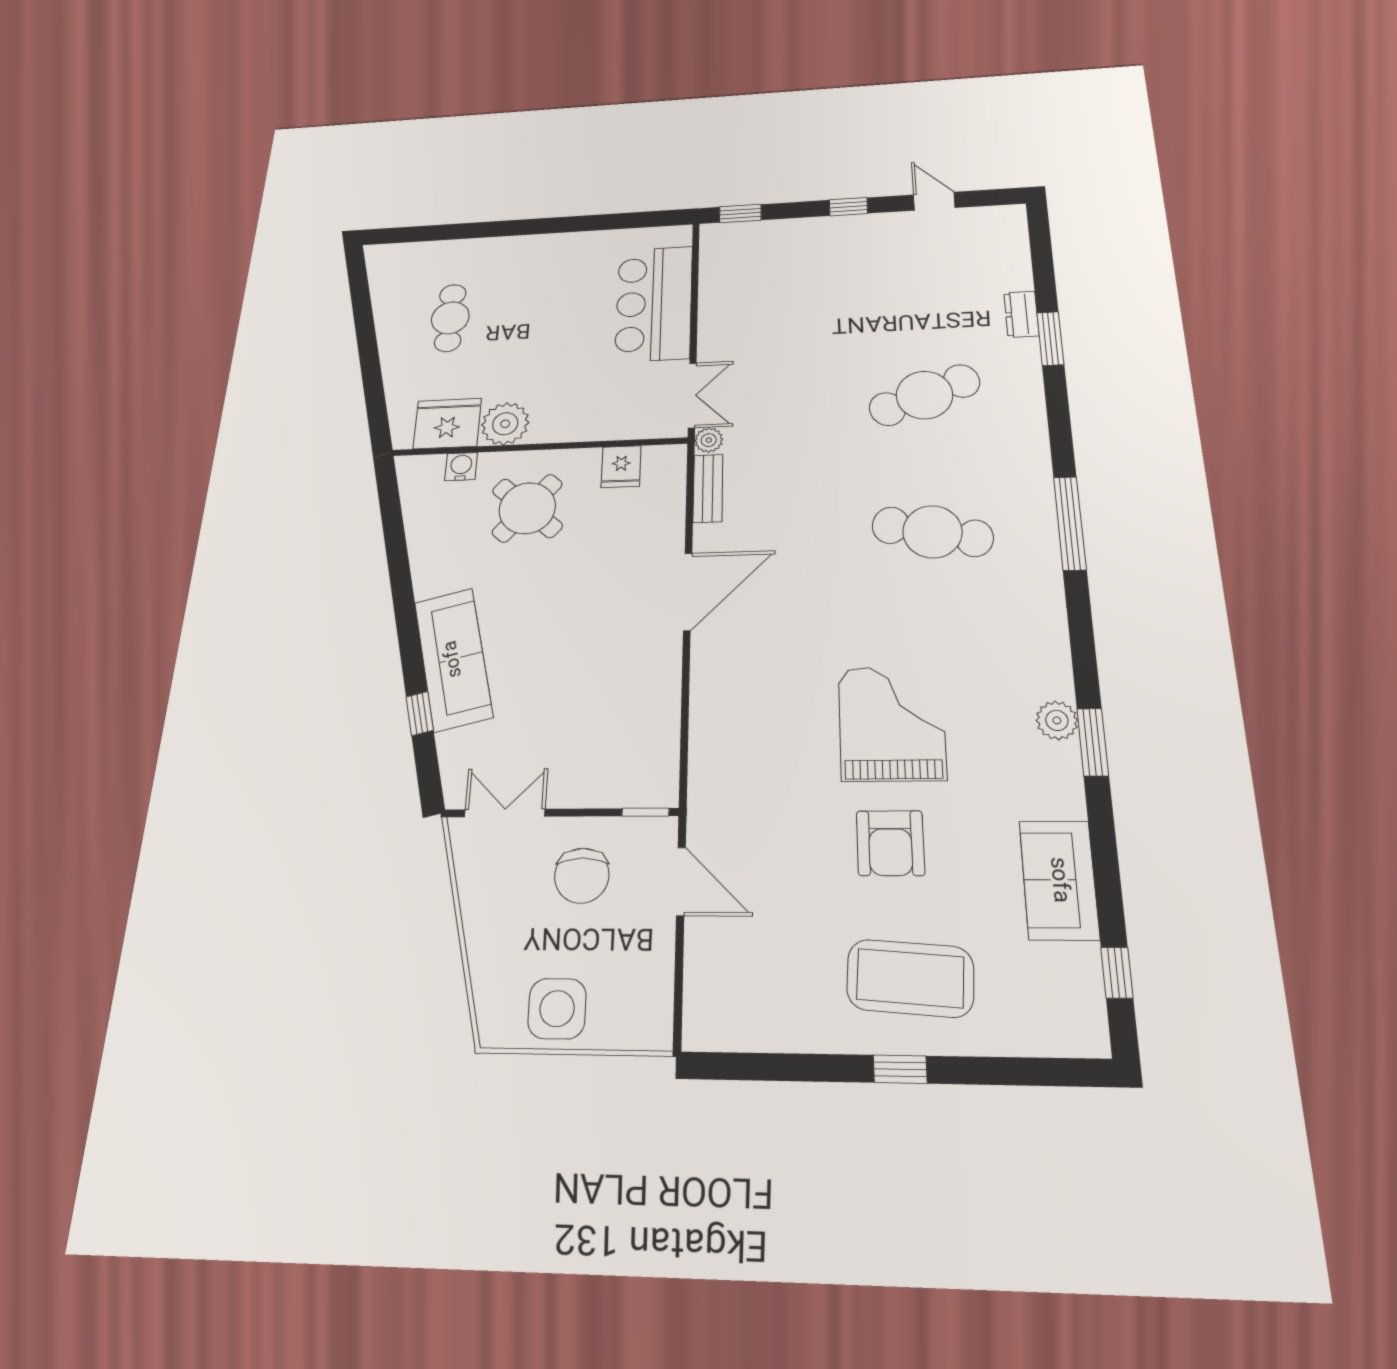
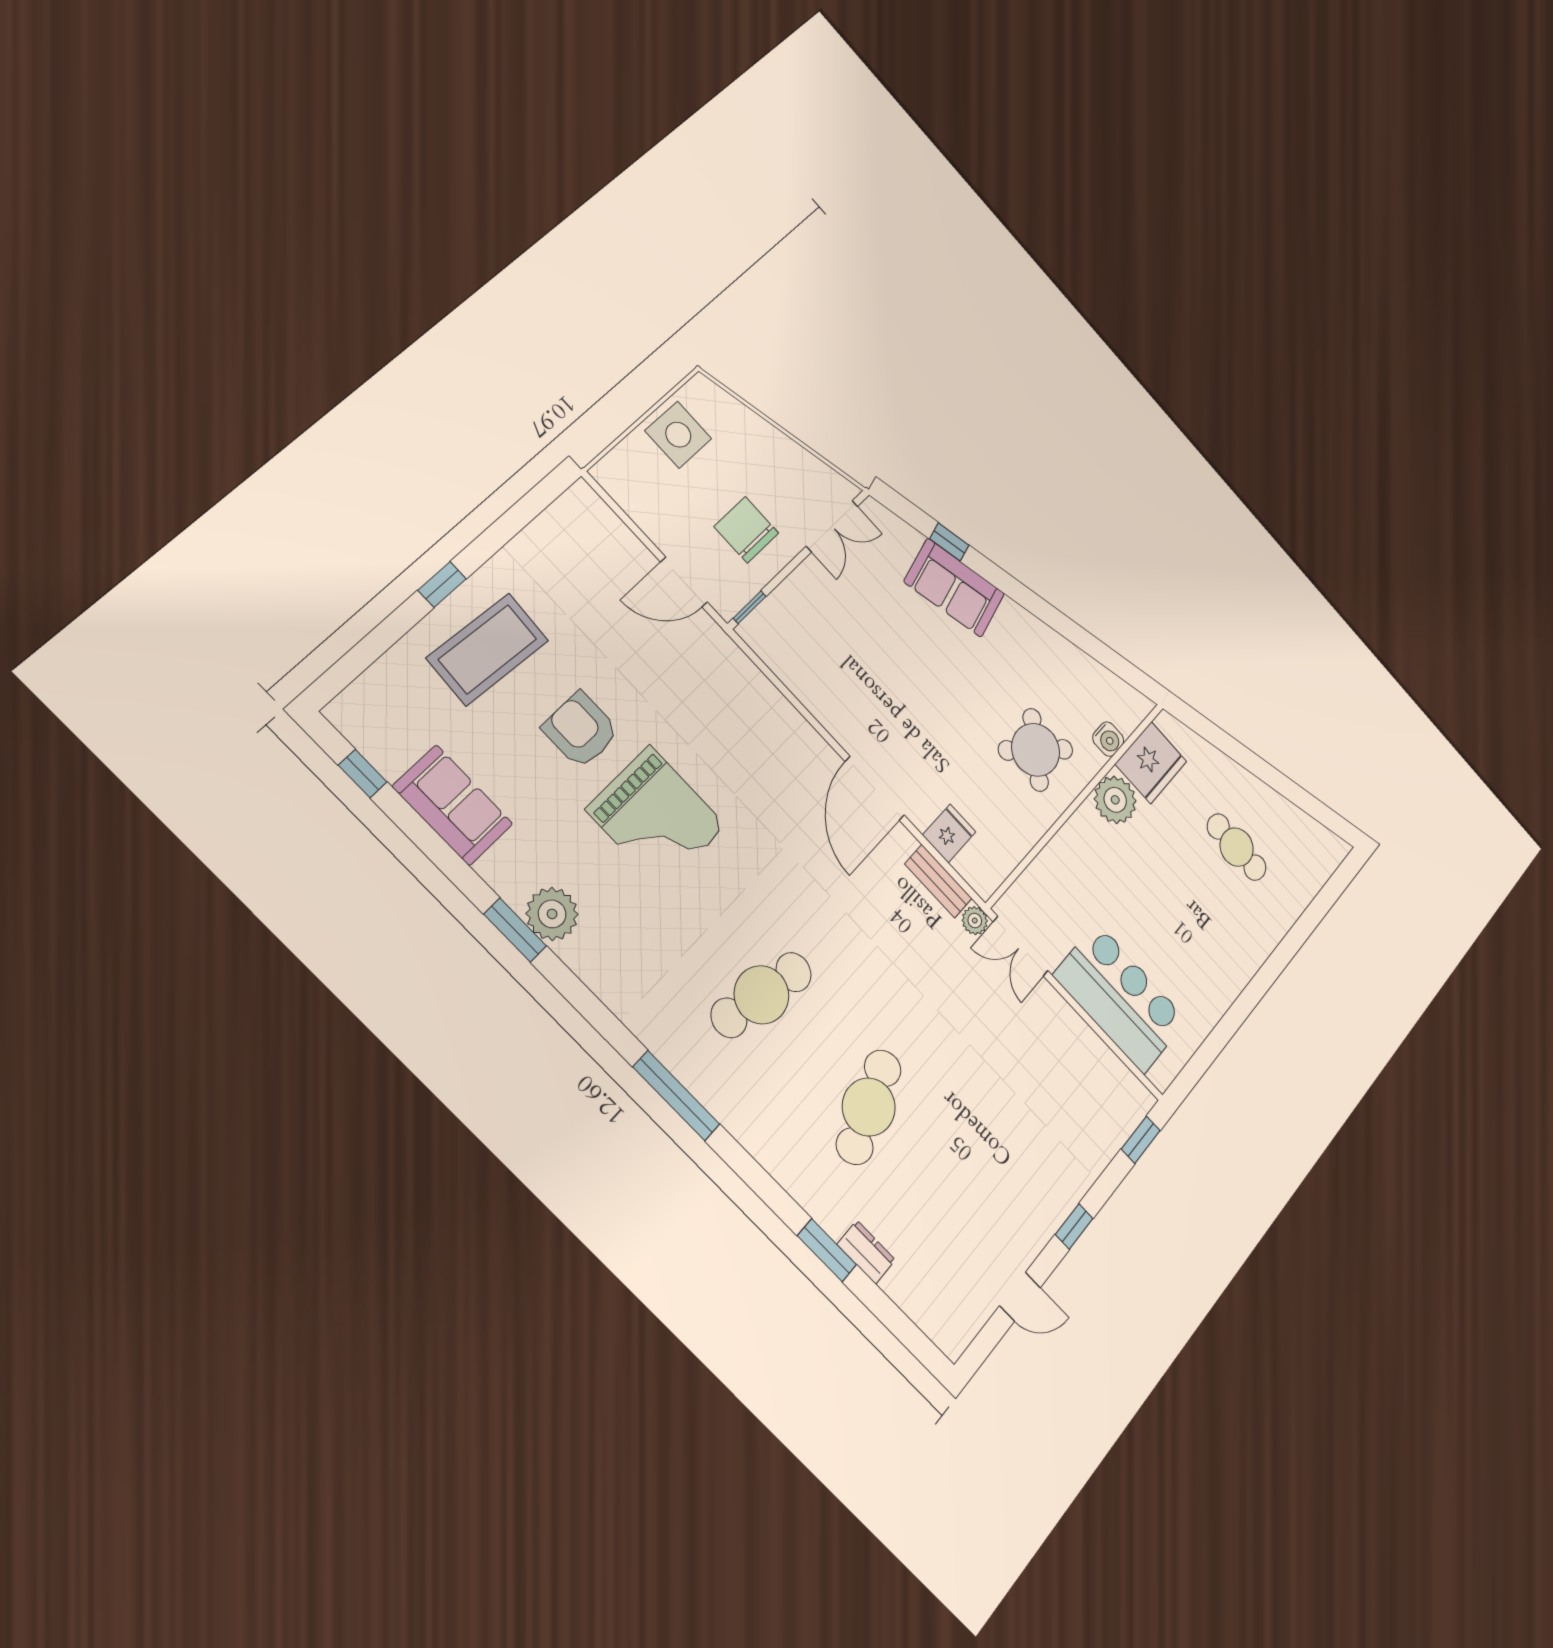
fridge: (621, 467) -> (949, 833), moved, turned 90
sofa: (453, 659) -> (954, 588), width x0.73
plant: (1057, 720) -> (552, 914), width x1.36, depth x1.36

